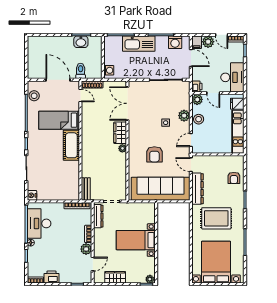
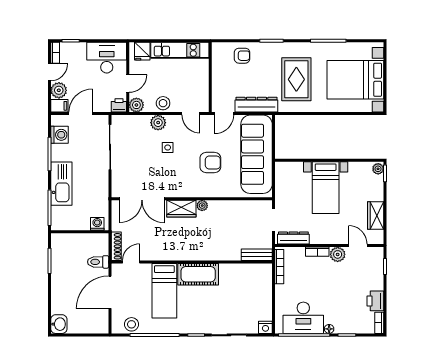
washbasin: (81, 42) -> (59, 324), moved

